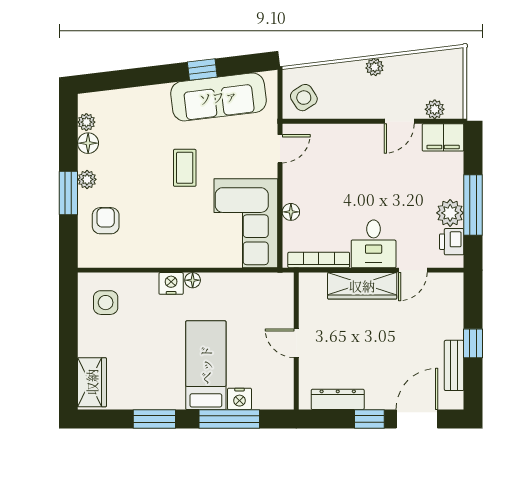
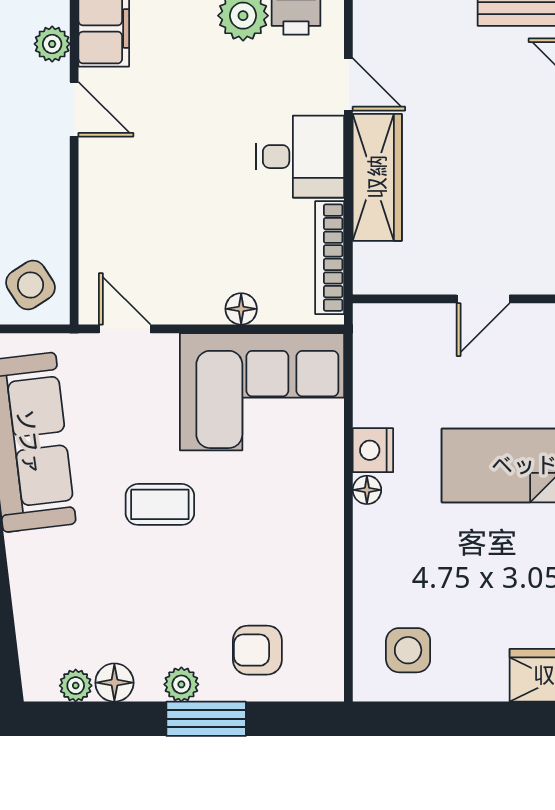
nightstand: (171, 283) -> (373, 450), moved

